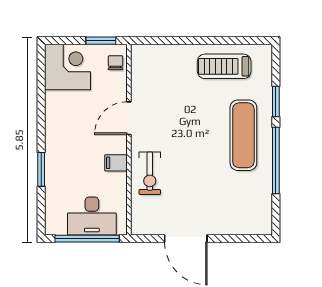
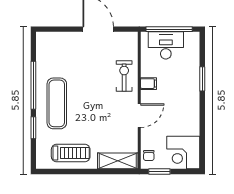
shelving: (159, 55) -> (118, 161), added

